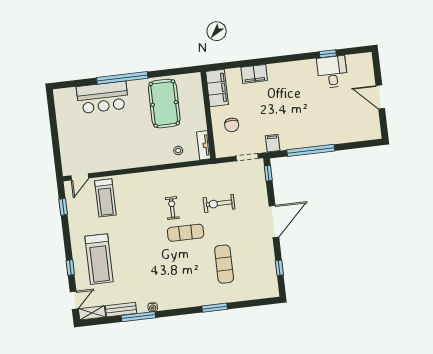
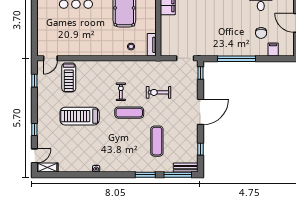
chair: (232, 125) -> (261, 33), moved
filing cabinet: (273, 143) -> (273, 50), moved
treadmill: (99, 259) -> (80, 116), moved, turned 90
bench: (121, 310) -> (186, 168), moved
window: (138, 317) -> (178, 175), moved

